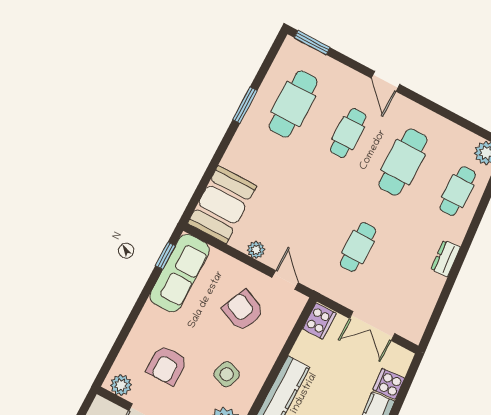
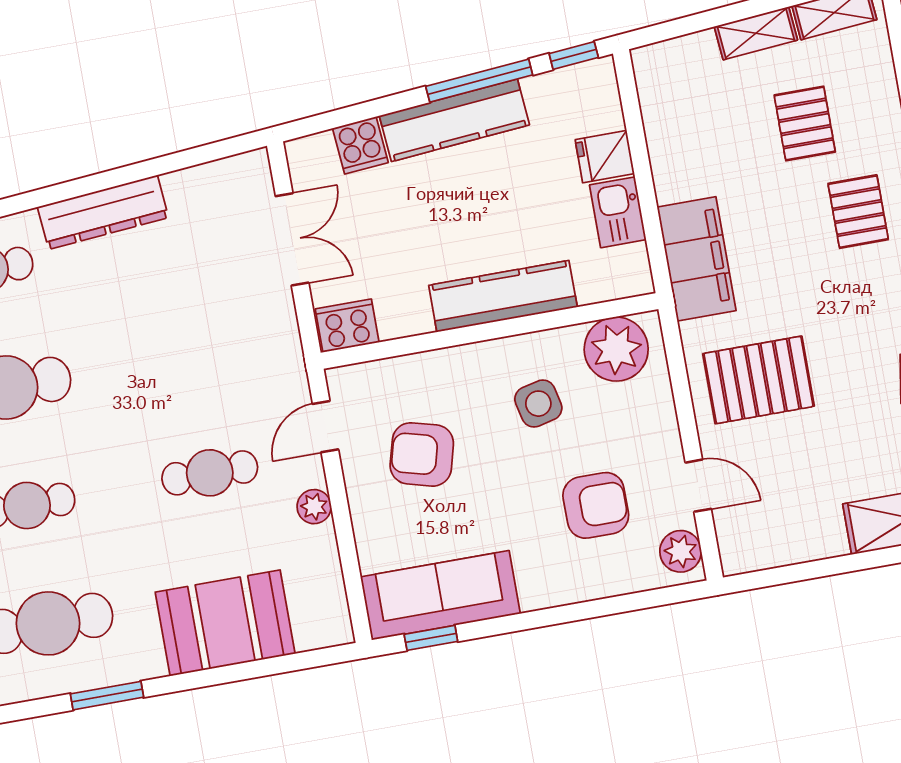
booth: (222, 205) -> (225, 623), moved
cafe table: (358, 247) -> (210, 473), moved
dresser: (446, 258) -> (103, 212), width x1.96, depth x1.24
armchair: (243, 310) -> (422, 454), turned 81
side table: (227, 374) -> (538, 404), turned -32

